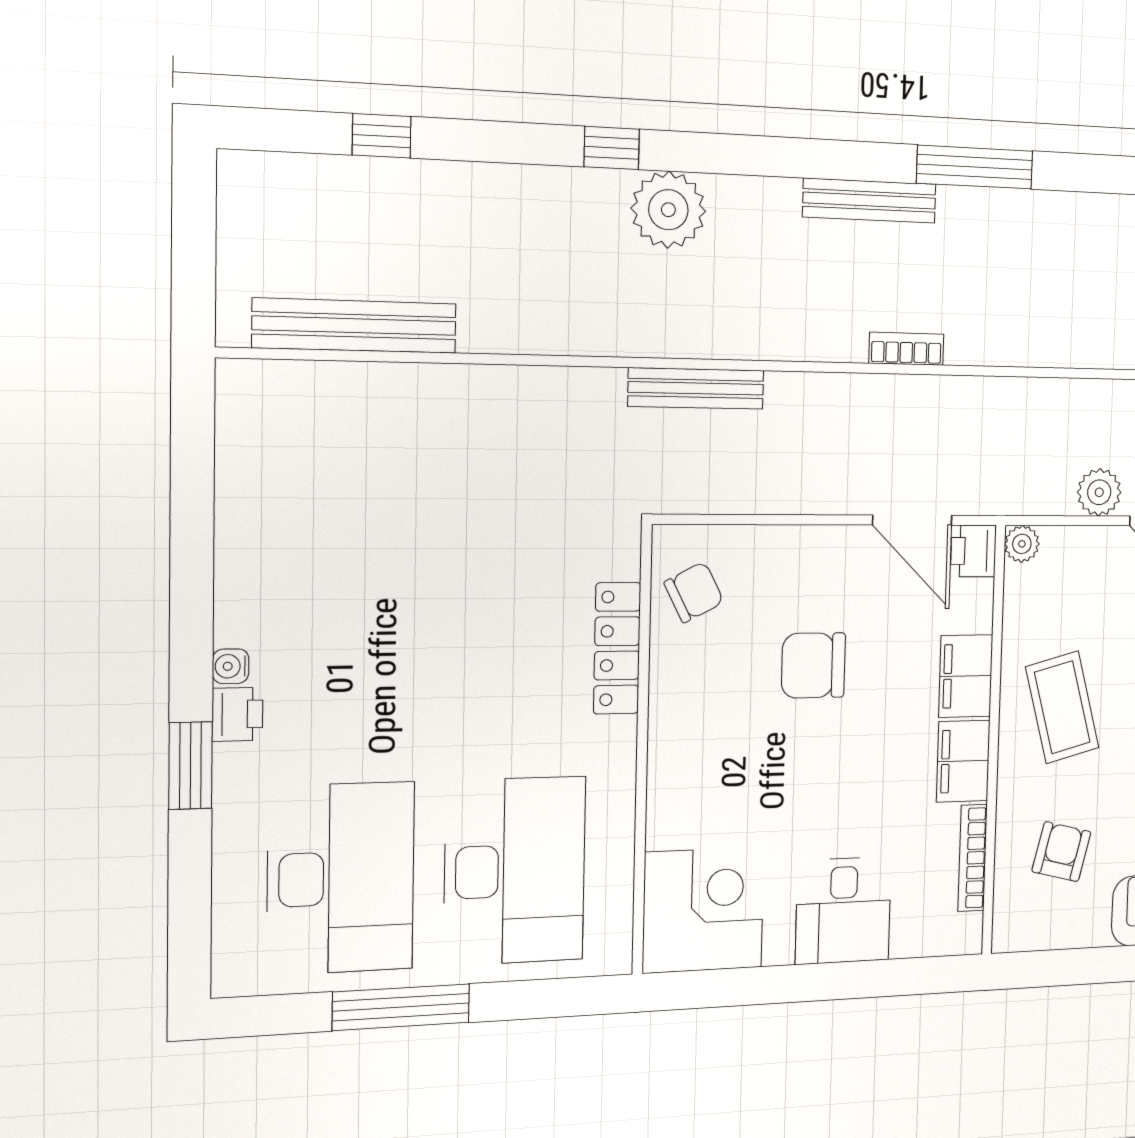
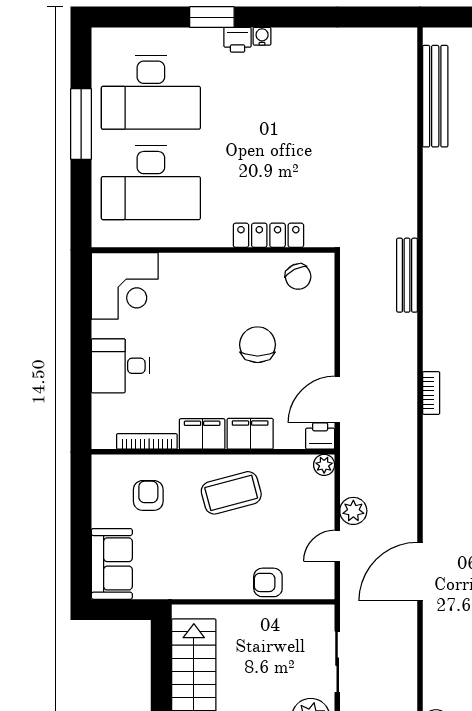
armchair: (1061, 852) -> (148, 495), turned -104

